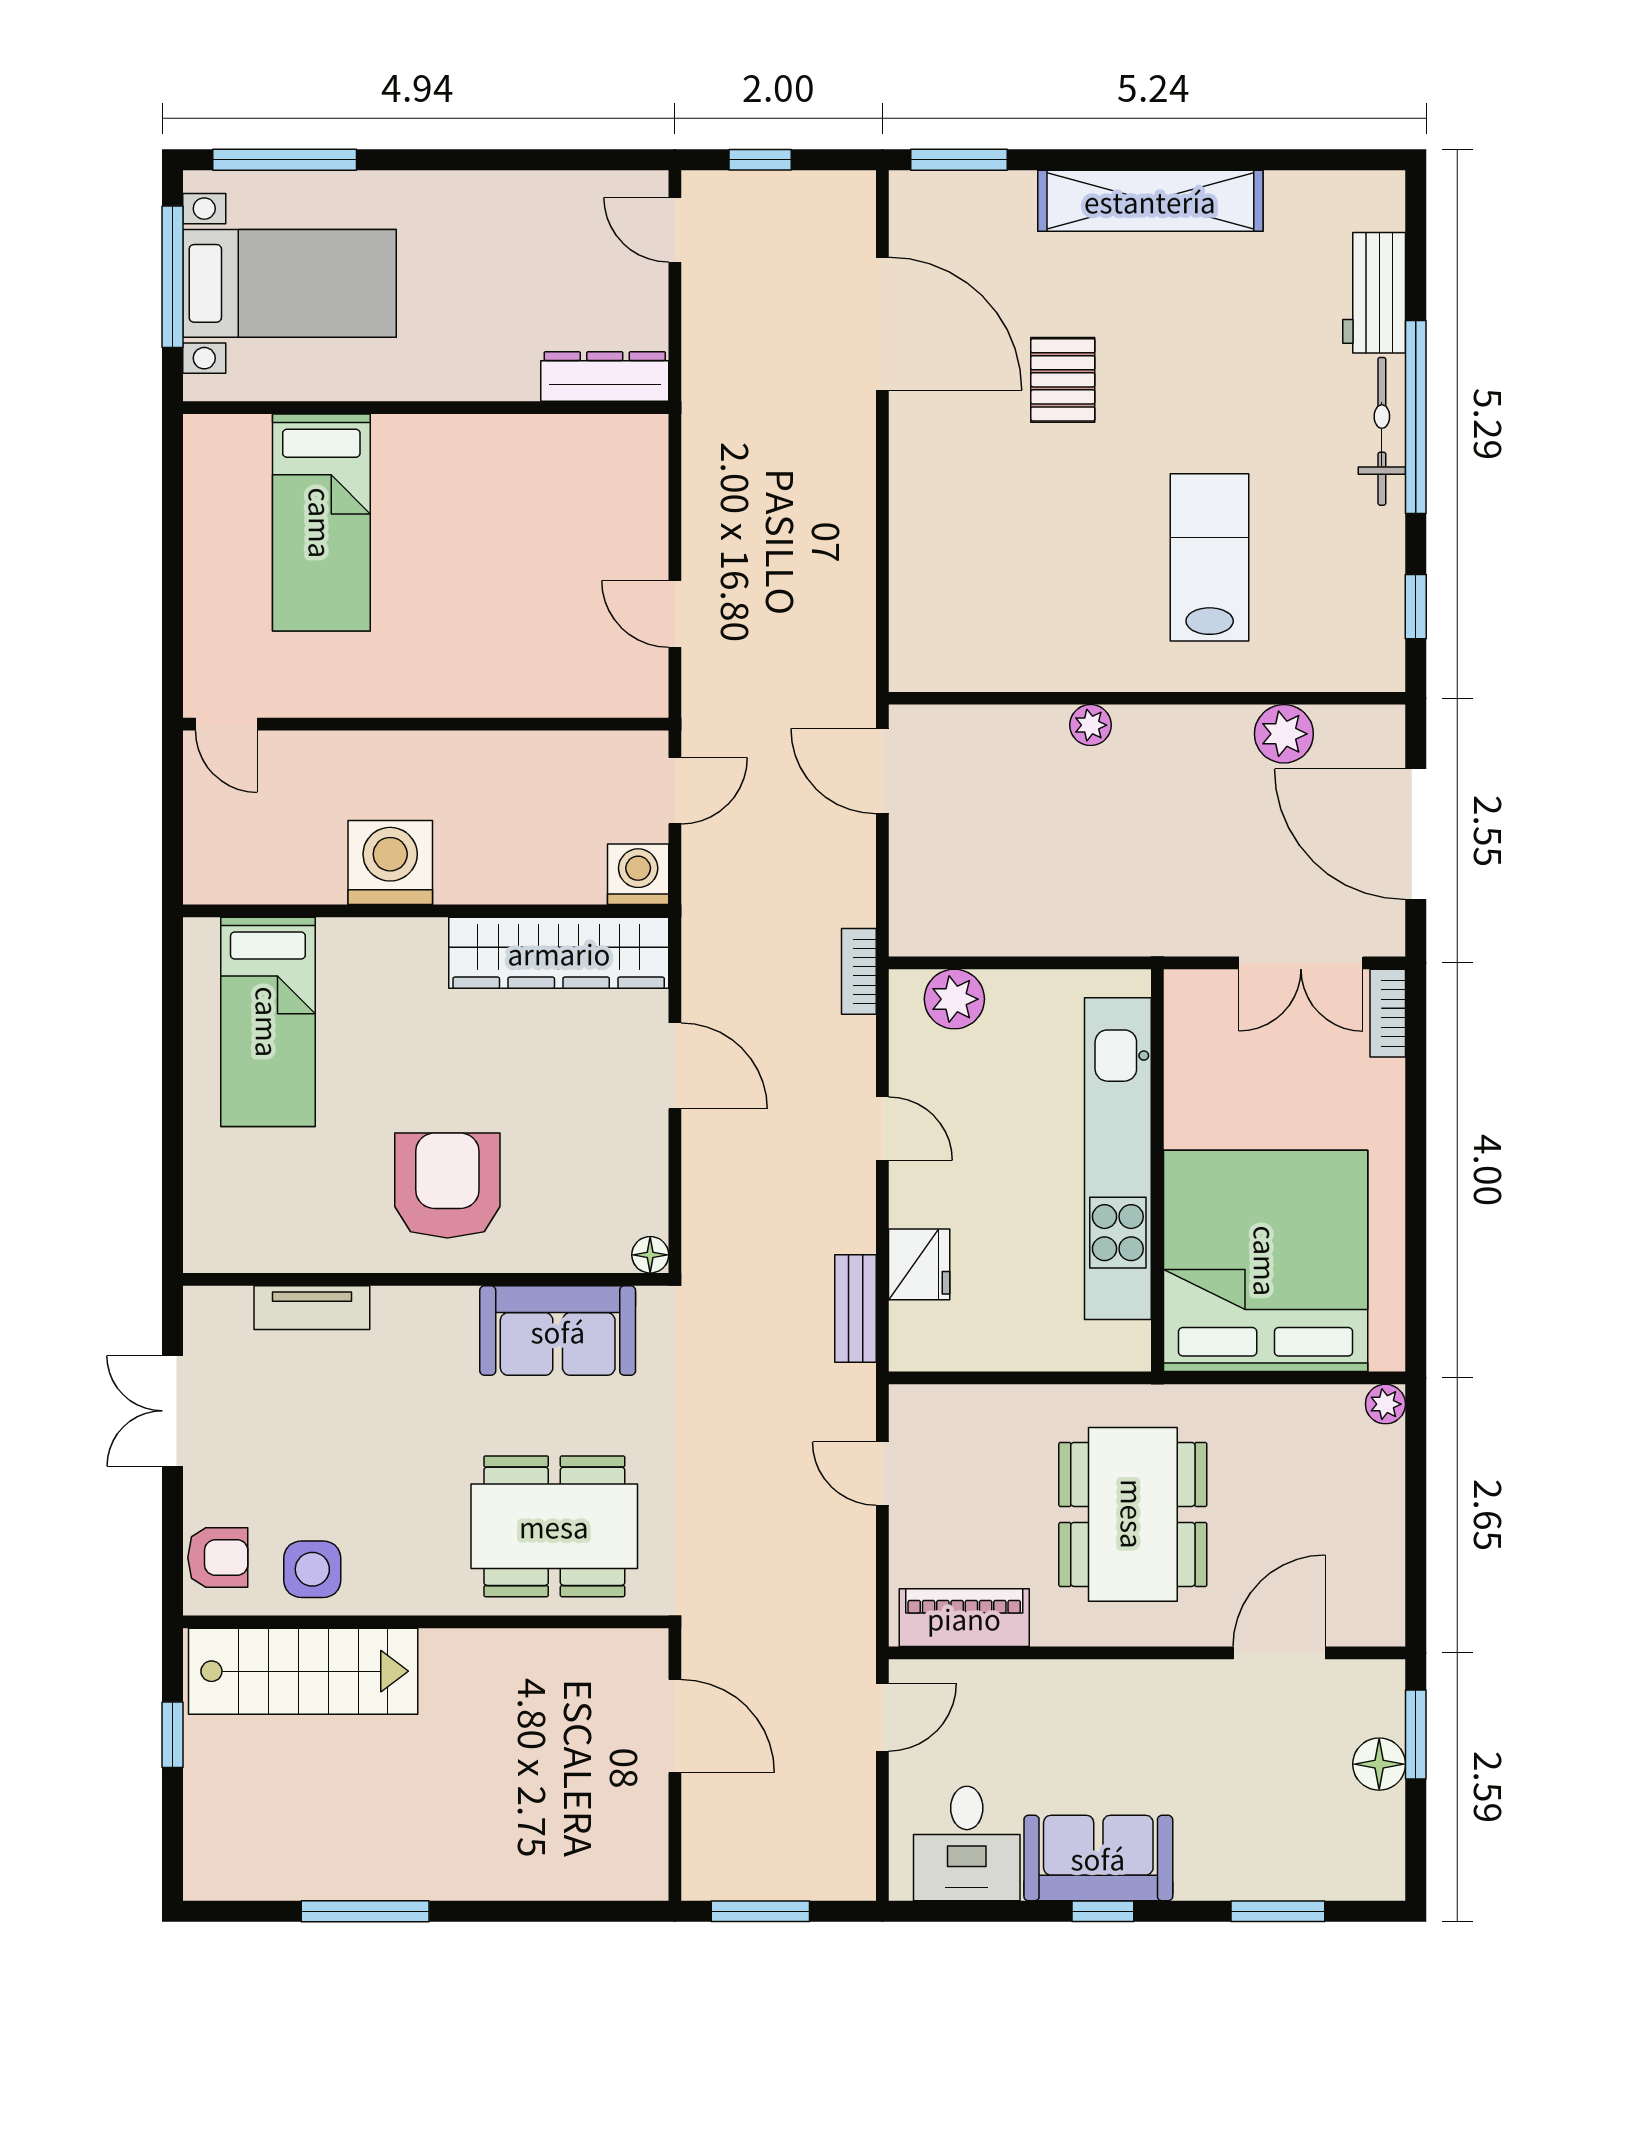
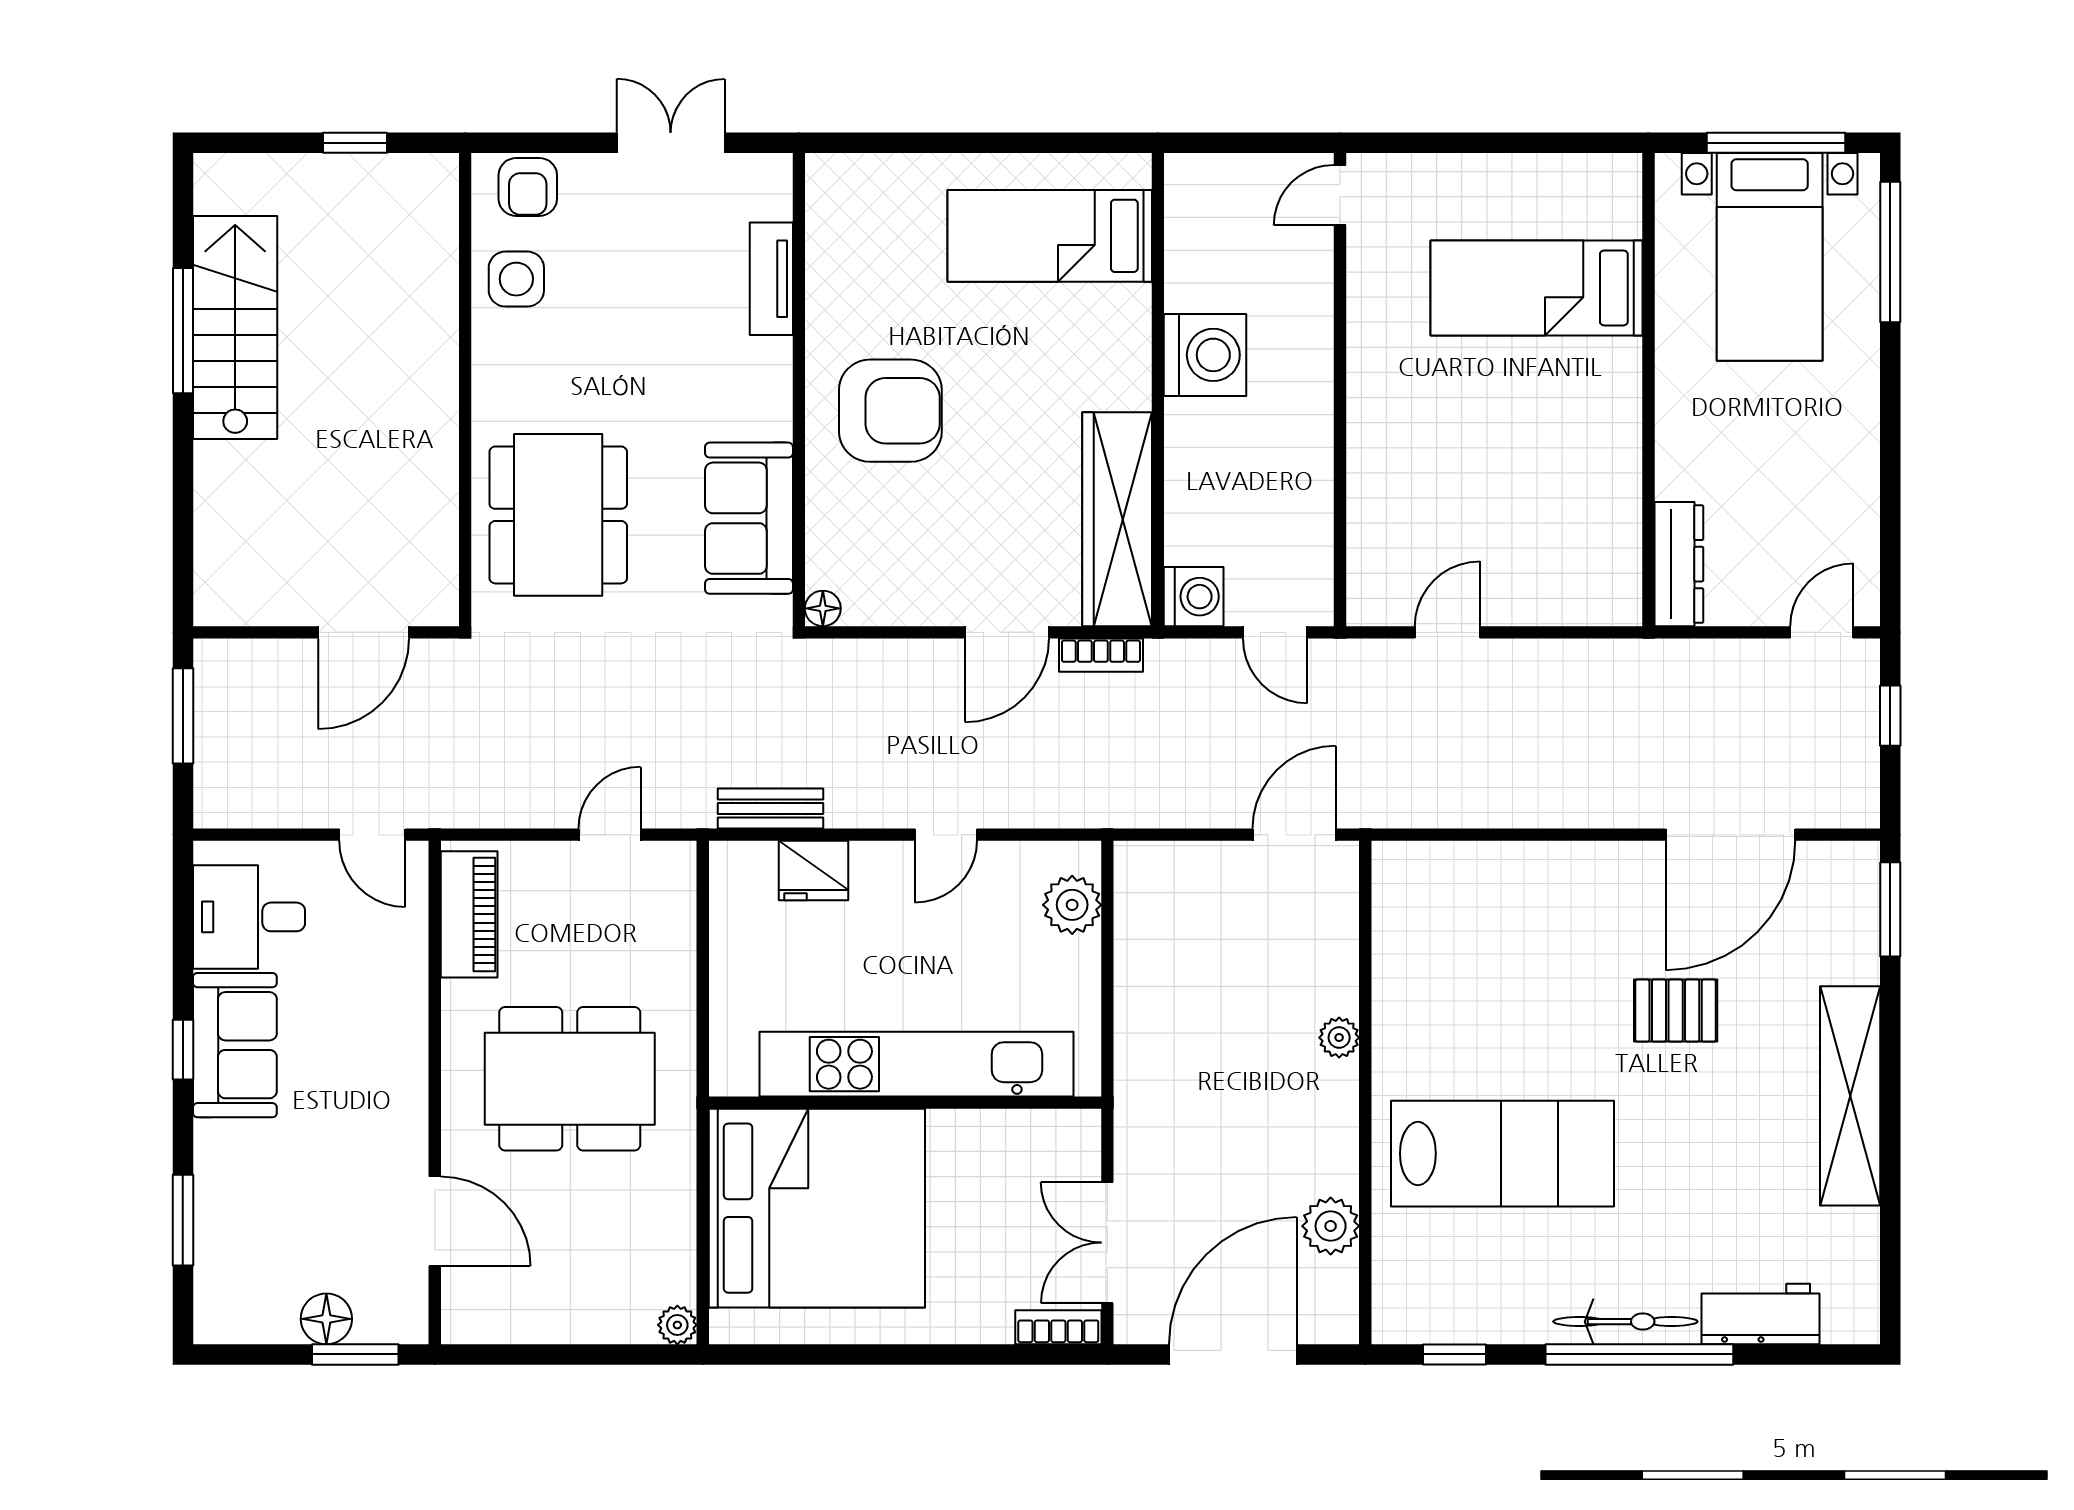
lab bench: (1210, 557) -> (1503, 1154), width x1.36, depth x1.39
bookcase: (859, 971) -> (1101, 655), moved, turned 180
stairs: (303, 1671) -> (235, 327), moved, turned 180

